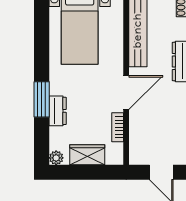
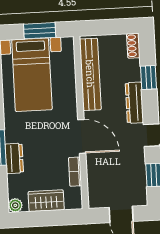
door: (126, 92) -> (82, 136), hinge flipped

